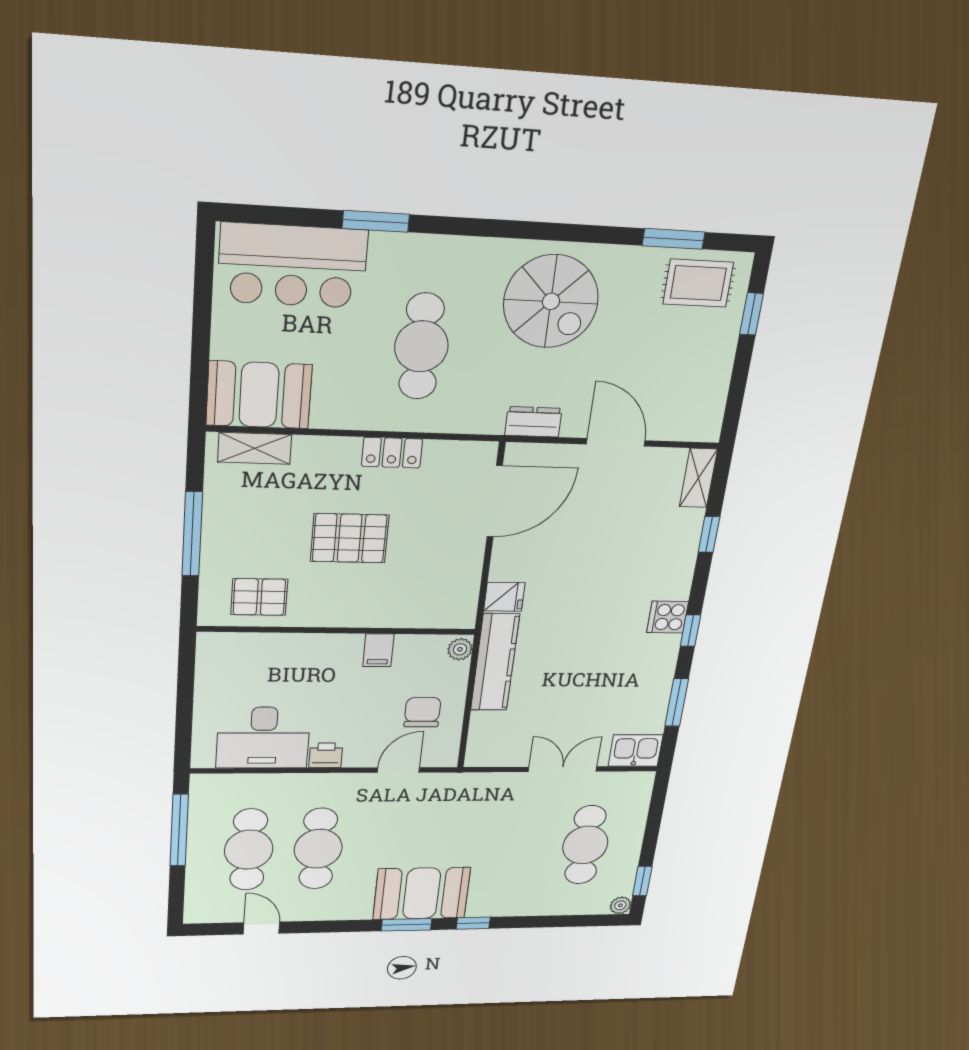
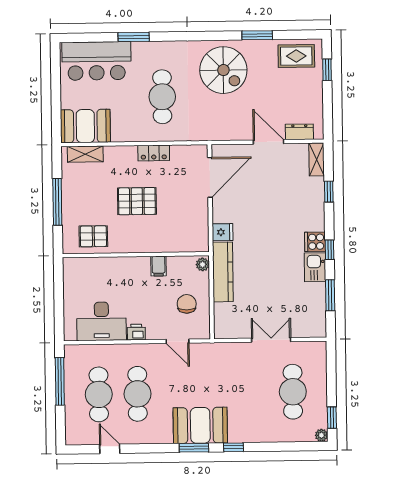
window: (674, 239) -> (257, 35), moved
dresser: (533, 422) -> (299, 132), moved
kitchen sink: (636, 751) -> (315, 267), moved, turned -90
door: (398, 770) -> (177, 341), swing flipped

